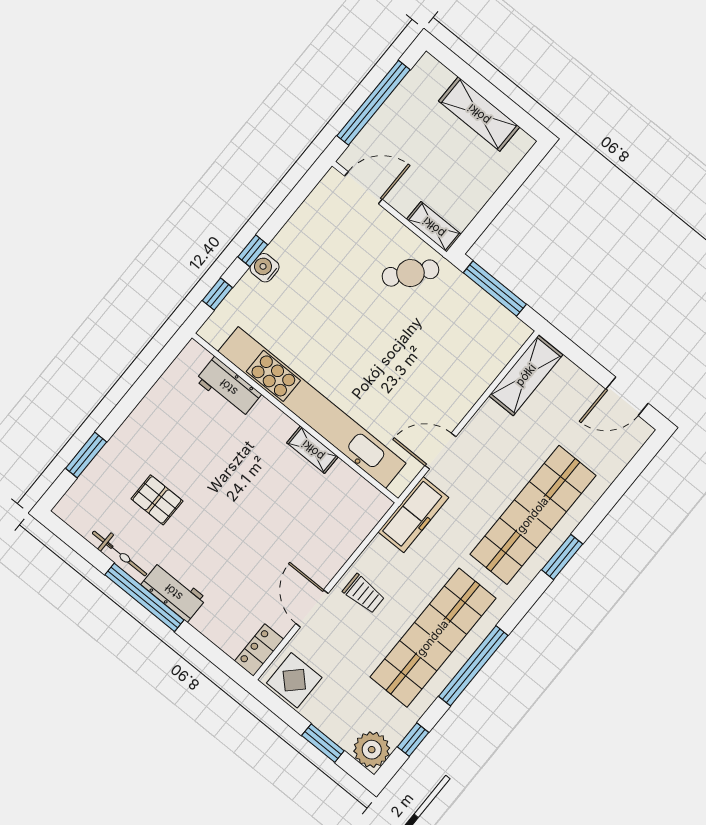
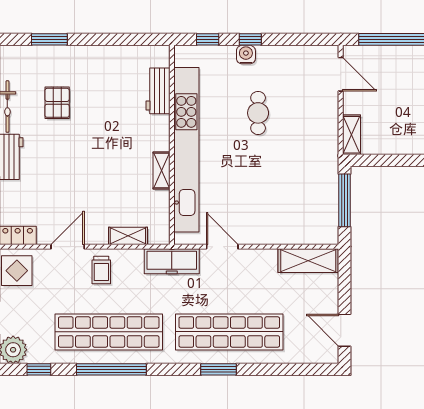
cafe table: (410, 273) -> (258, 113), moved, turned 50
shelving: (351, 538) -> (128, 236), added

